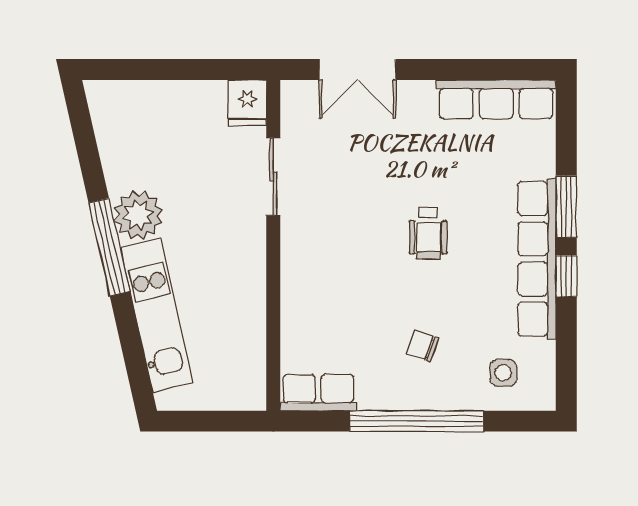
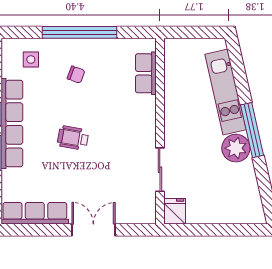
double door: (358, 70) -> (93, 230), moved
wheelchair: (428, 233) -> (73, 138), turned -80
row of seats: (318, 393) -> (146, 73), moved, turned 90

